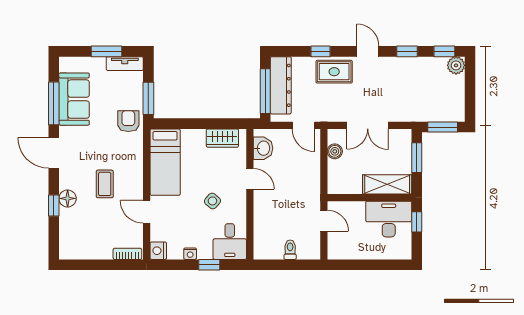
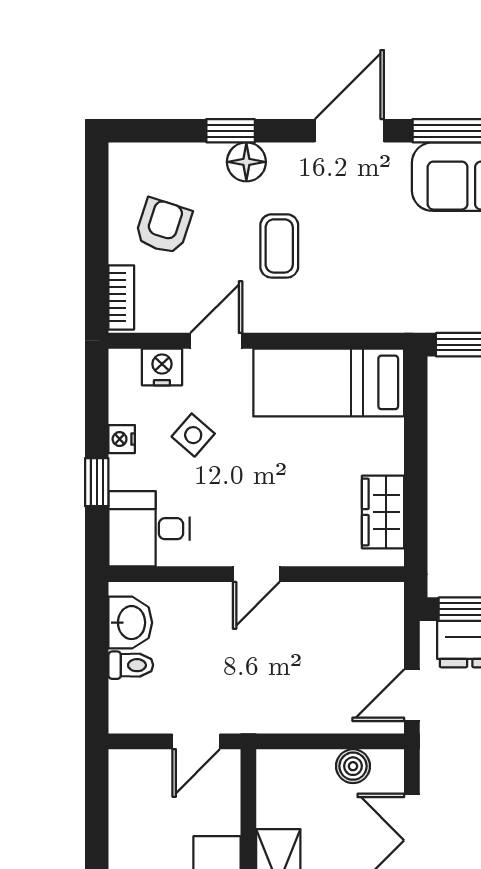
armchair: (128, 121) -> (163, 226), moved, turned -72
washbasin: (263, 148) -> (130, 623), moved, turned -90
door: (250, 179) -> (256, 574), moved
coffee table: (105, 184) -> (279, 246), turned 90
side table: (212, 201) -> (193, 435), moved
nightstand: (158, 251) -> (162, 367), moved

